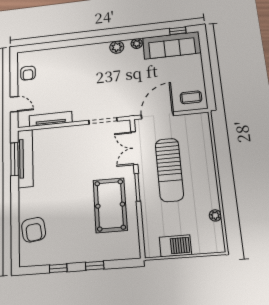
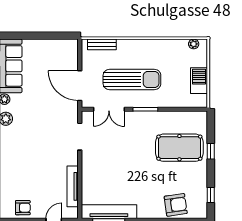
coffee table: (191, 97) -> (65, 53), removed
bench: (205, 134) -> (102, 44), added
pool table: (110, 205) -> (179, 148), moved
plant: (215, 215) -> (194, 44), moved
window: (58, 268) -> (211, 195), moved

